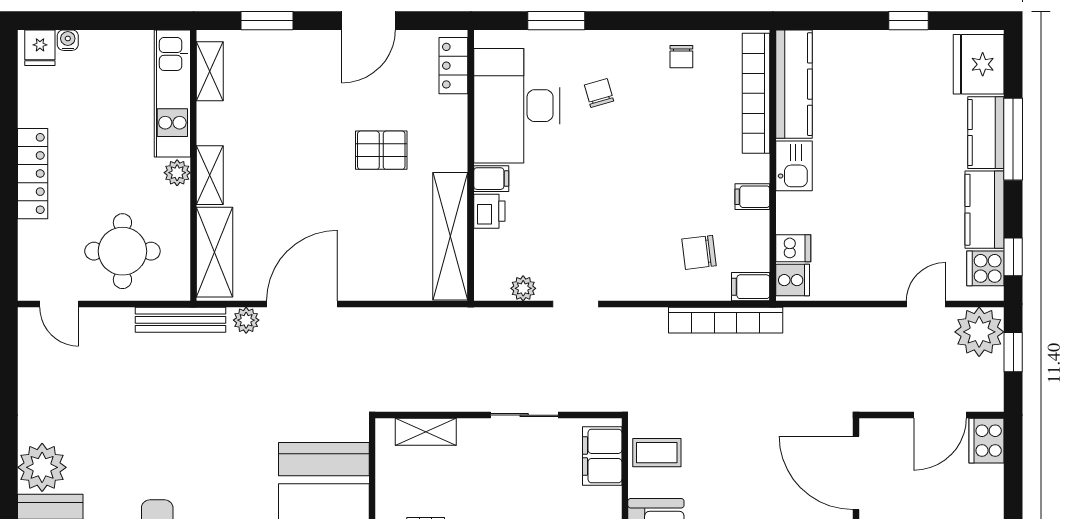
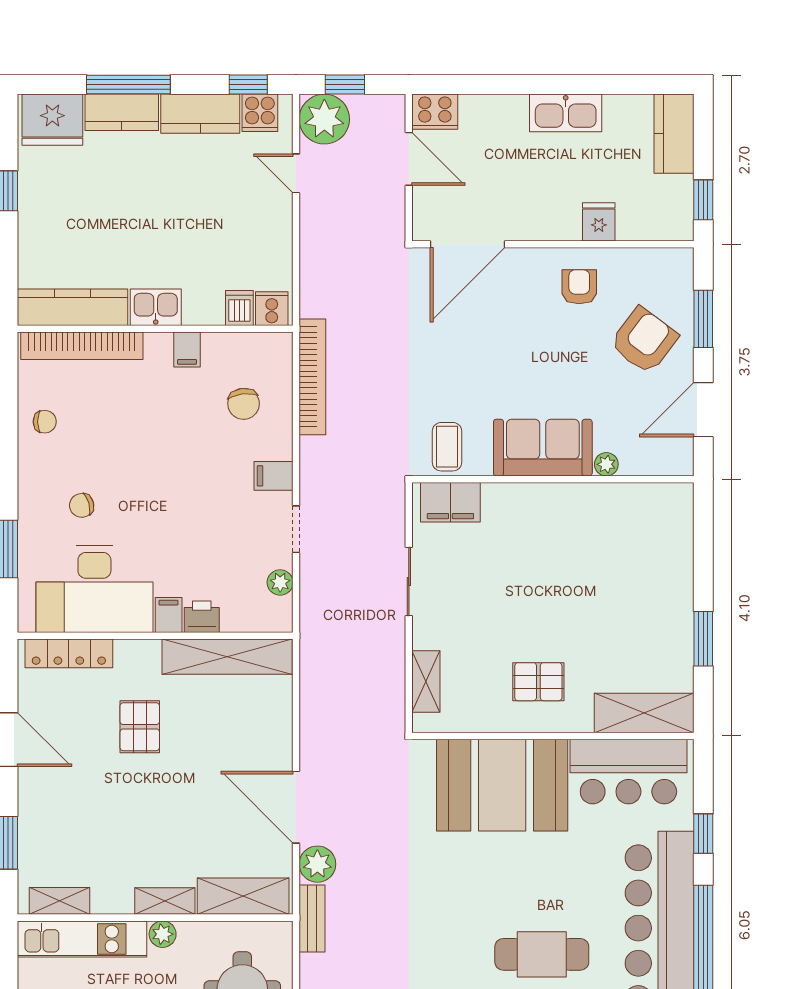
locker: (453, 66) -> (69, 653), width x1.53
filing cabinet: (751, 287) -> (274, 476), moved, turned 90
bench: (181, 320) -> (312, 918), width x0.73
plant: (246, 320) -> (317, 864), width x1.38, depth x1.38

